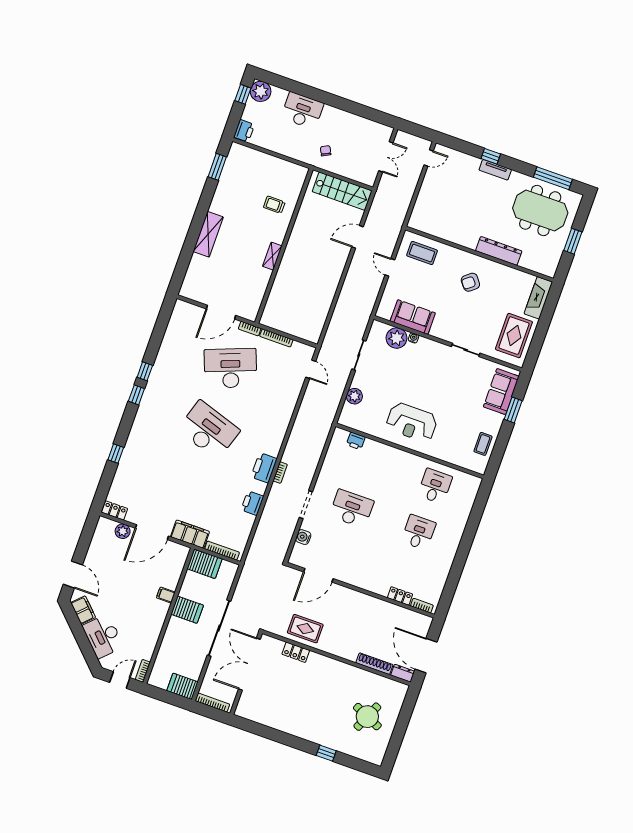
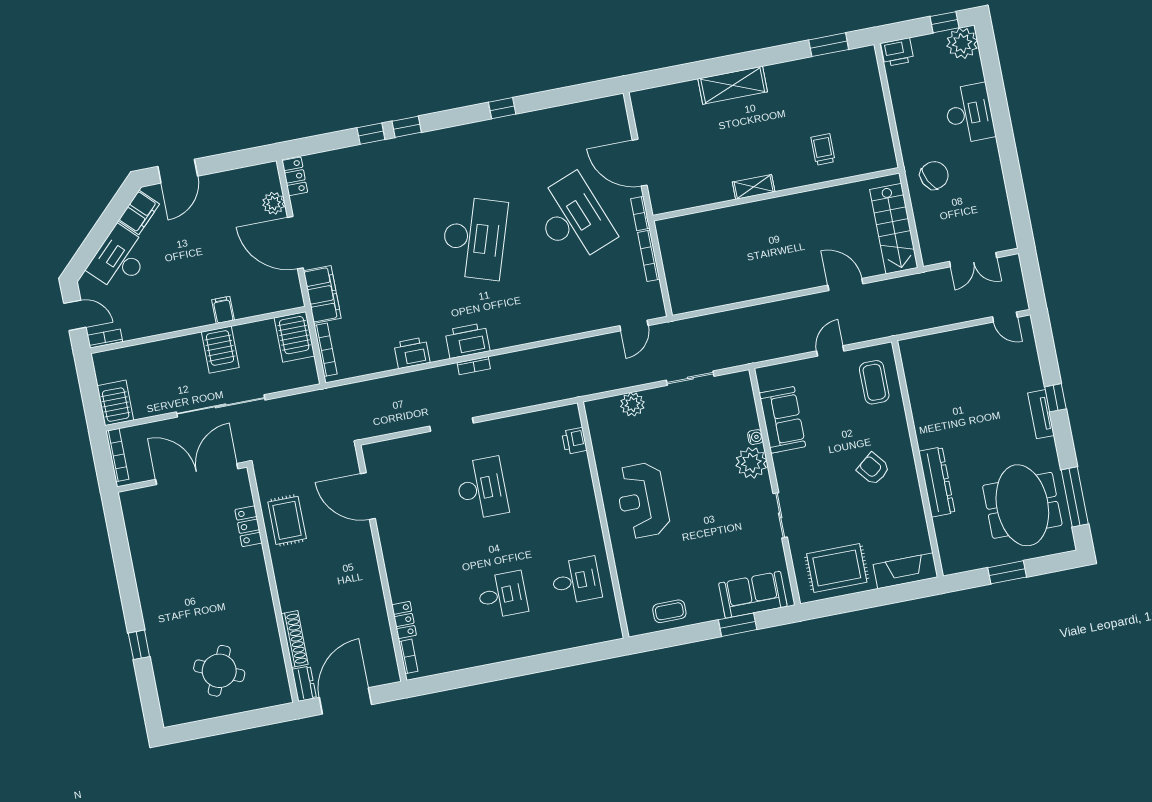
chair: (326, 151) -> (934, 175), width x1.87, depth x1.87
plant: (397, 338) -> (751, 463), moved
window: (136, 395) -> (407, 127), moved
water cooler: (303, 537) -> (407, 446), removed

